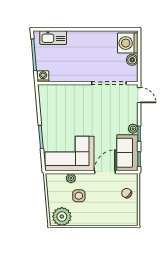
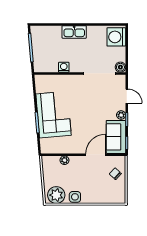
kitchen sink: (53, 38) -> (74, 32), moved
boiler: (132, 60) -> (120, 67), moved
washing machine: (43, 76) -> (64, 67), moved
door: (139, 95) -> (127, 96), moved
corner sofa: (69, 154) -> (53, 115), moved, turned 85
side table: (79, 196) -> (75, 197), moved

